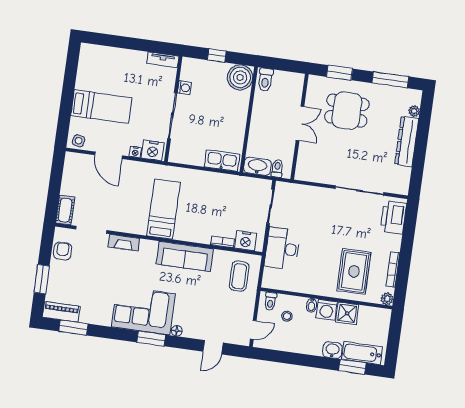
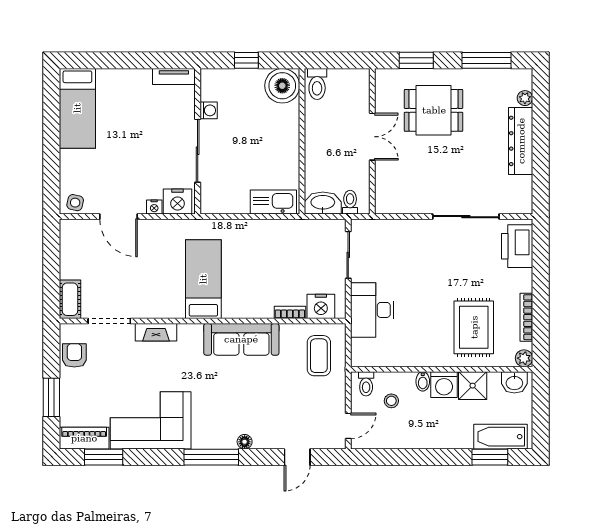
bed: (101, 107) -> (77, 108), moved, turned 90
corner sofa: (143, 310) -> (151, 420), moved
window: (151, 339) -> (211, 457), width x1.44
washbasin: (332, 350) -> (514, 382), moved, turned 180

